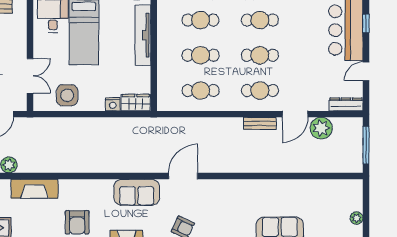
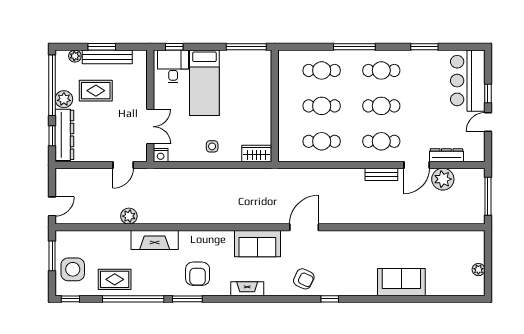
window: (366, 23) -> (488, 93), moved
tv unit: (143, 35) -> (264, 86), removed
side table: (67, 95) -> (212, 146), moved, width x0.54, depth x0.54
nightstand: (113, 104) -> (161, 155), moved
dresser: (346, 104) -> (446, 155), moved

